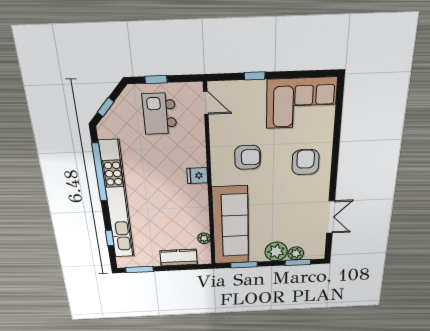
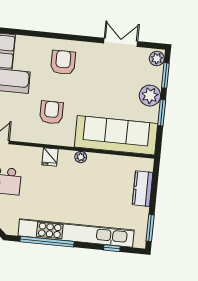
armchair: (305, 162) -> (63, 62), turned 90
fridge: (197, 176) -> (50, 157), moved
plant: (204, 238) -> (81, 157), moved
plant: (296, 253) -> (157, 59), moved
window: (244, 265) -> (162, 113), moved

